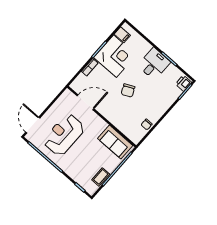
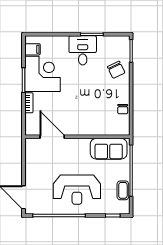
printer: (183, 83) -> (123, 45), removed
chair: (128, 90) -> (116, 70), moved
door: (85, 102) -> (52, 137), hinge flipped
reception desk: (64, 135) -> (77, 190), moved, turned -90

